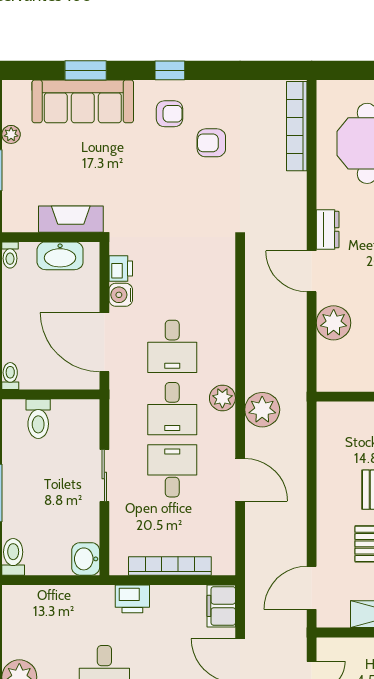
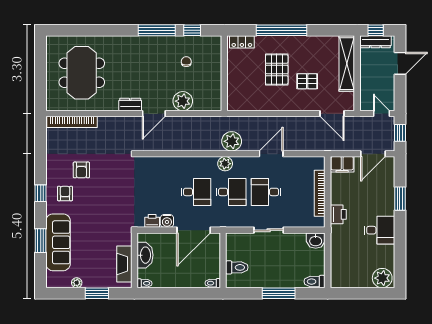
fireplace: (71, 219) -> (124, 264), moved

